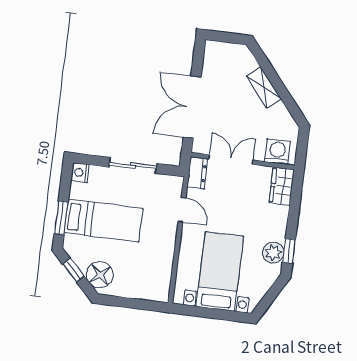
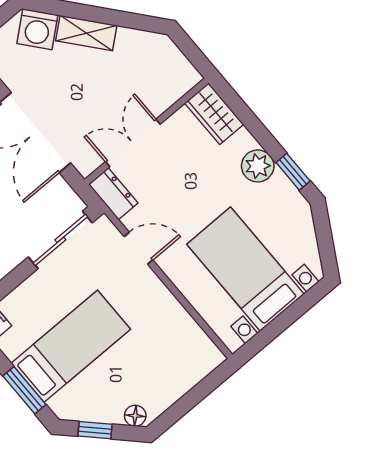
washing machine: (277, 152) -> (37, 29), moved, turned -130
sliding door: (133, 165) -> (60, 240), moved
plant: (273, 253) -> (258, 166), moved
floor lamp: (100, 275) -> (135, 416), width x0.53, depth x0.53

